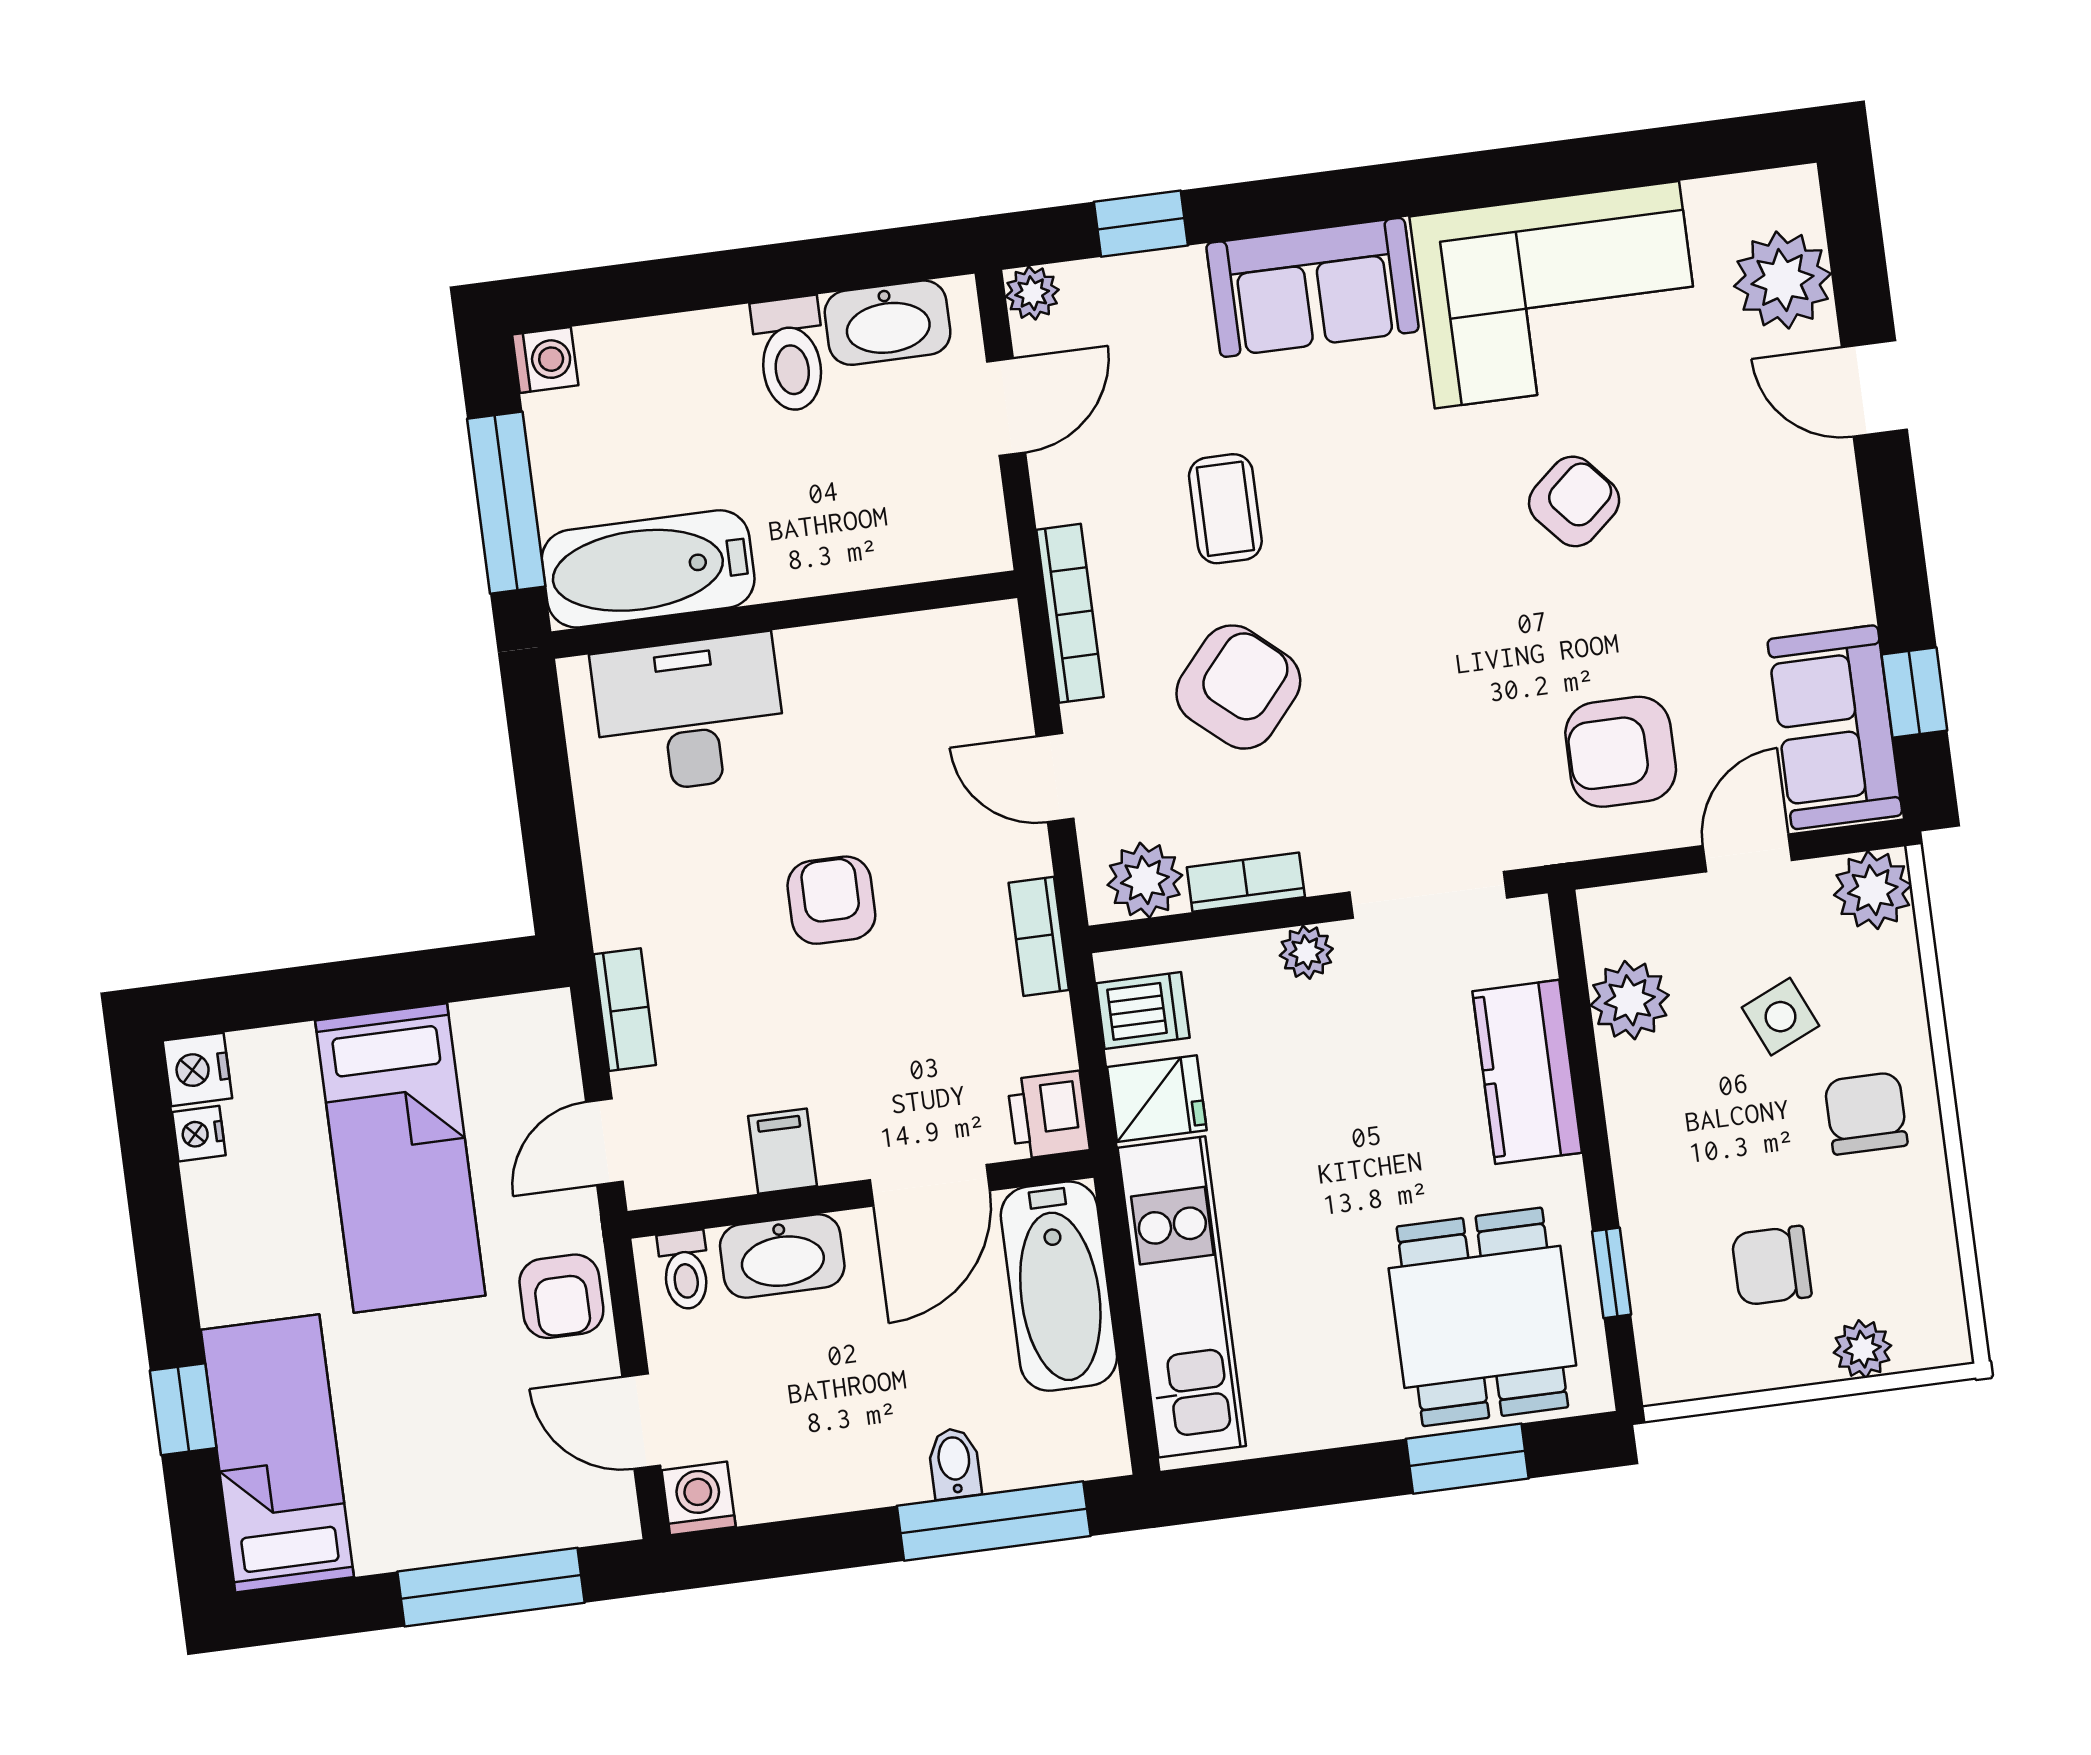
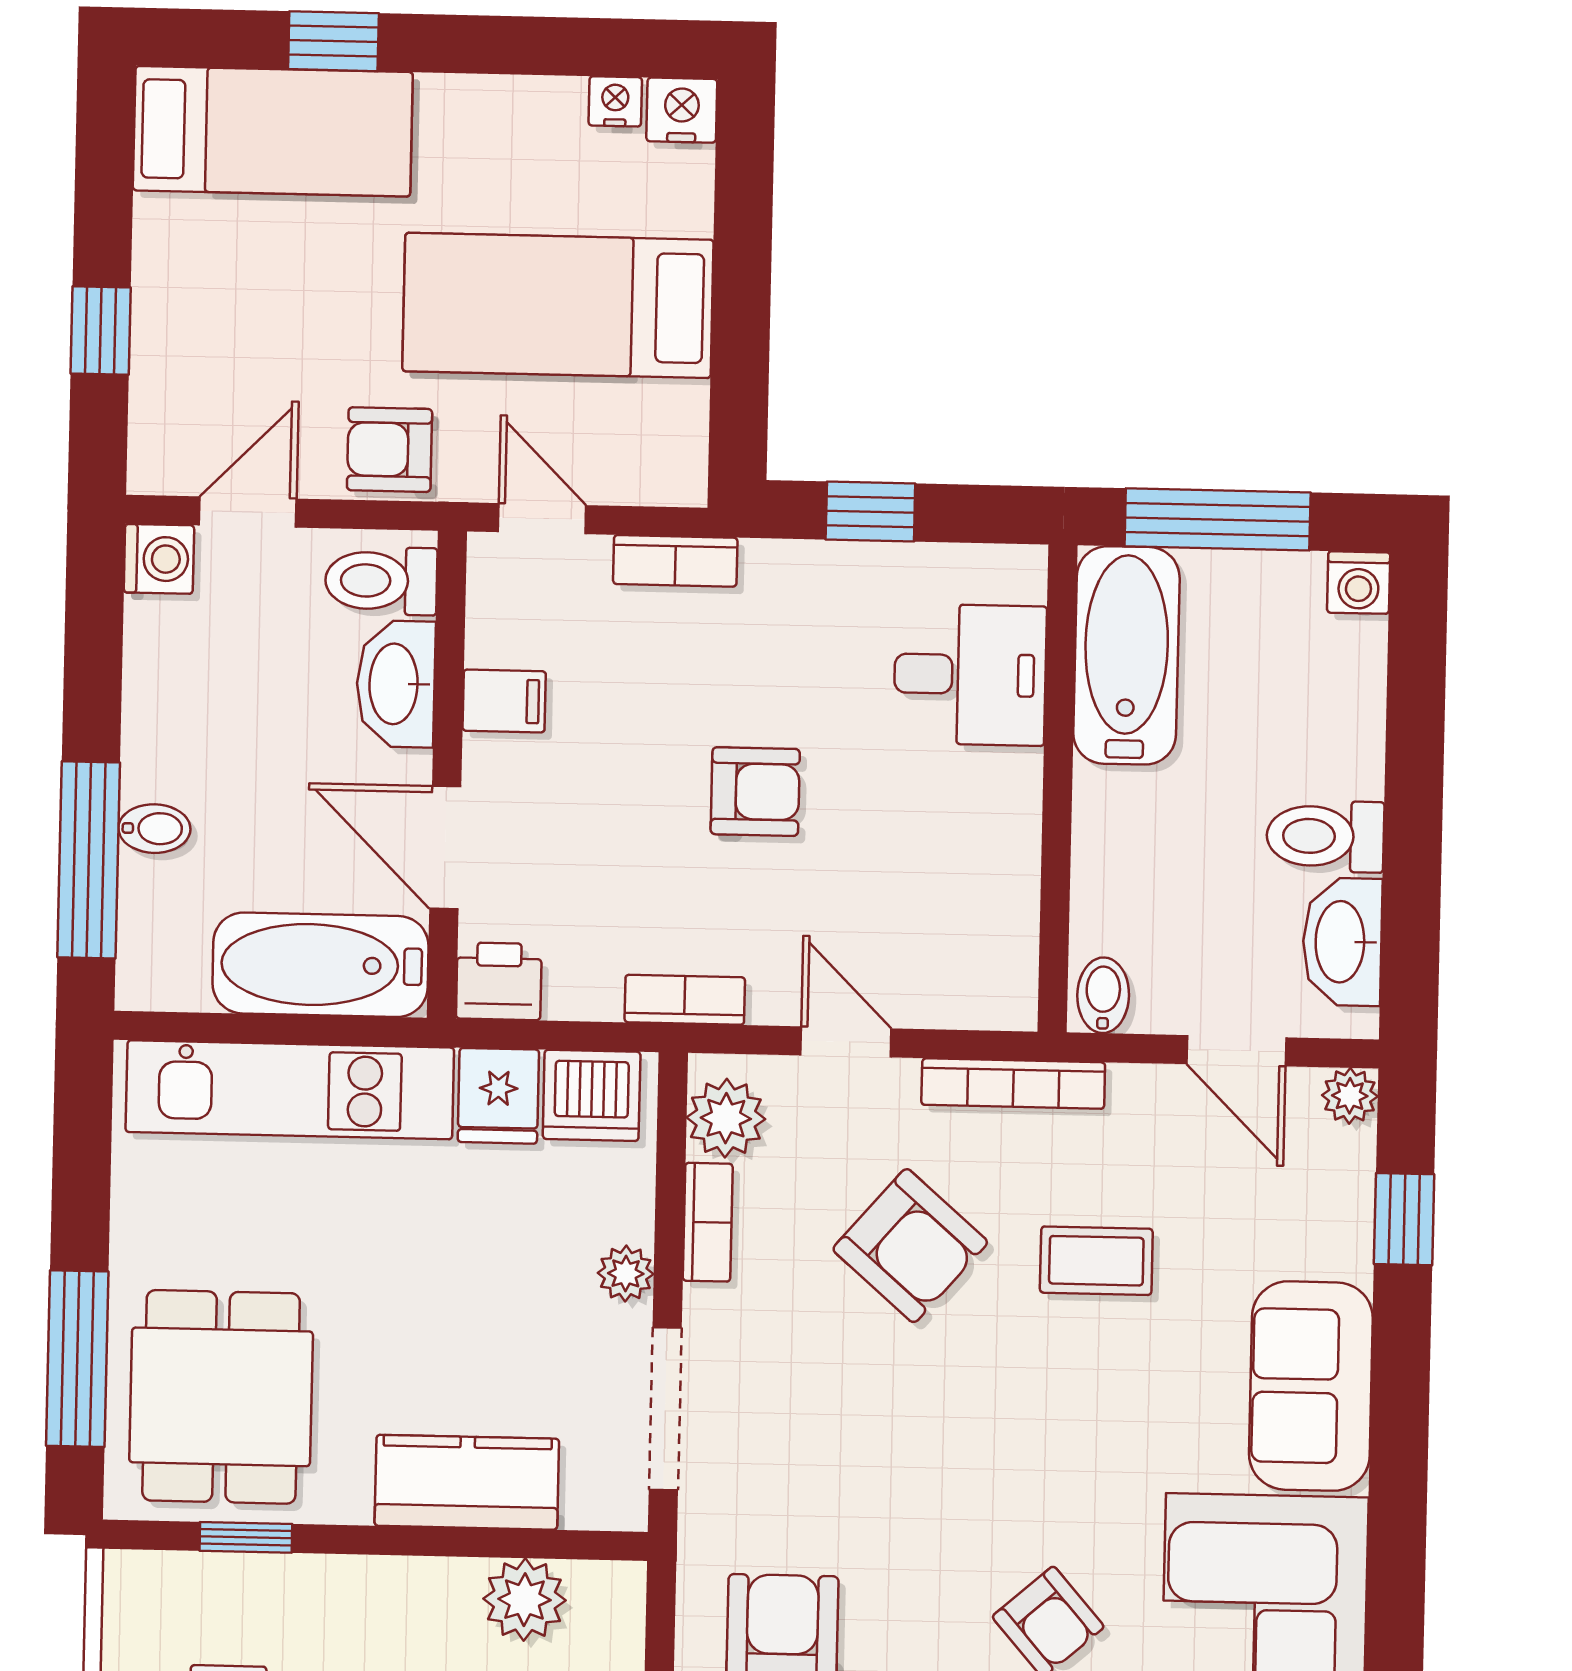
bidet: (973, 541) -> (1103, 995), added
desk: (689, 714) -> (970, 675), width x0.73
door: (1055, 778) -> (846, 1042), hinge flipped
window: (550, 832) -> (870, 512), added
dishwasher: (1143, 1010) -> (592, 1095), width x1.38
toilet: (685, 1270) -> (381, 581), width x1.37, depth x1.39
dining table: (1482, 1317) -> (221, 1397), turned 90
window: (1467, 1459) -> (77, 1359), width x1.44
window: (491, 1587) -> (101, 331), width x0.46

